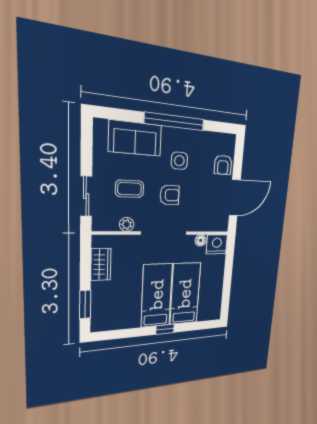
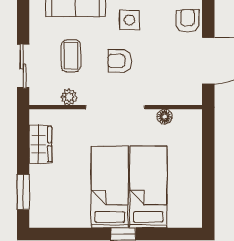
armchair: (223, 165) -> (187, 21), turned 180
coffee table: (130, 189) -> (71, 56), turned 90
armchair: (170, 195) -> (120, 61), turned 180
nightstand: (217, 244) -> (188, 122), removed

